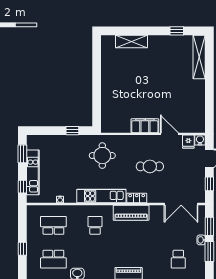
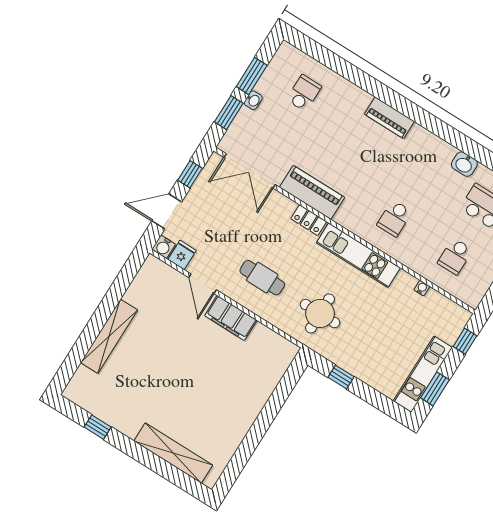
shelving: (131, 41) -> (173, 453), width x1.47
shelving: (199, 57) -> (109, 336), moved
cafe table: (150, 166) -> (262, 278), moved
kitchen unit: (33, 172) -> (423, 374), moved
double door: (181, 204) -> (250, 171), swing flipped
piano: (131, 213) -> (312, 192), moved
school desk: (53, 225) -> (455, 256), width x0.54

